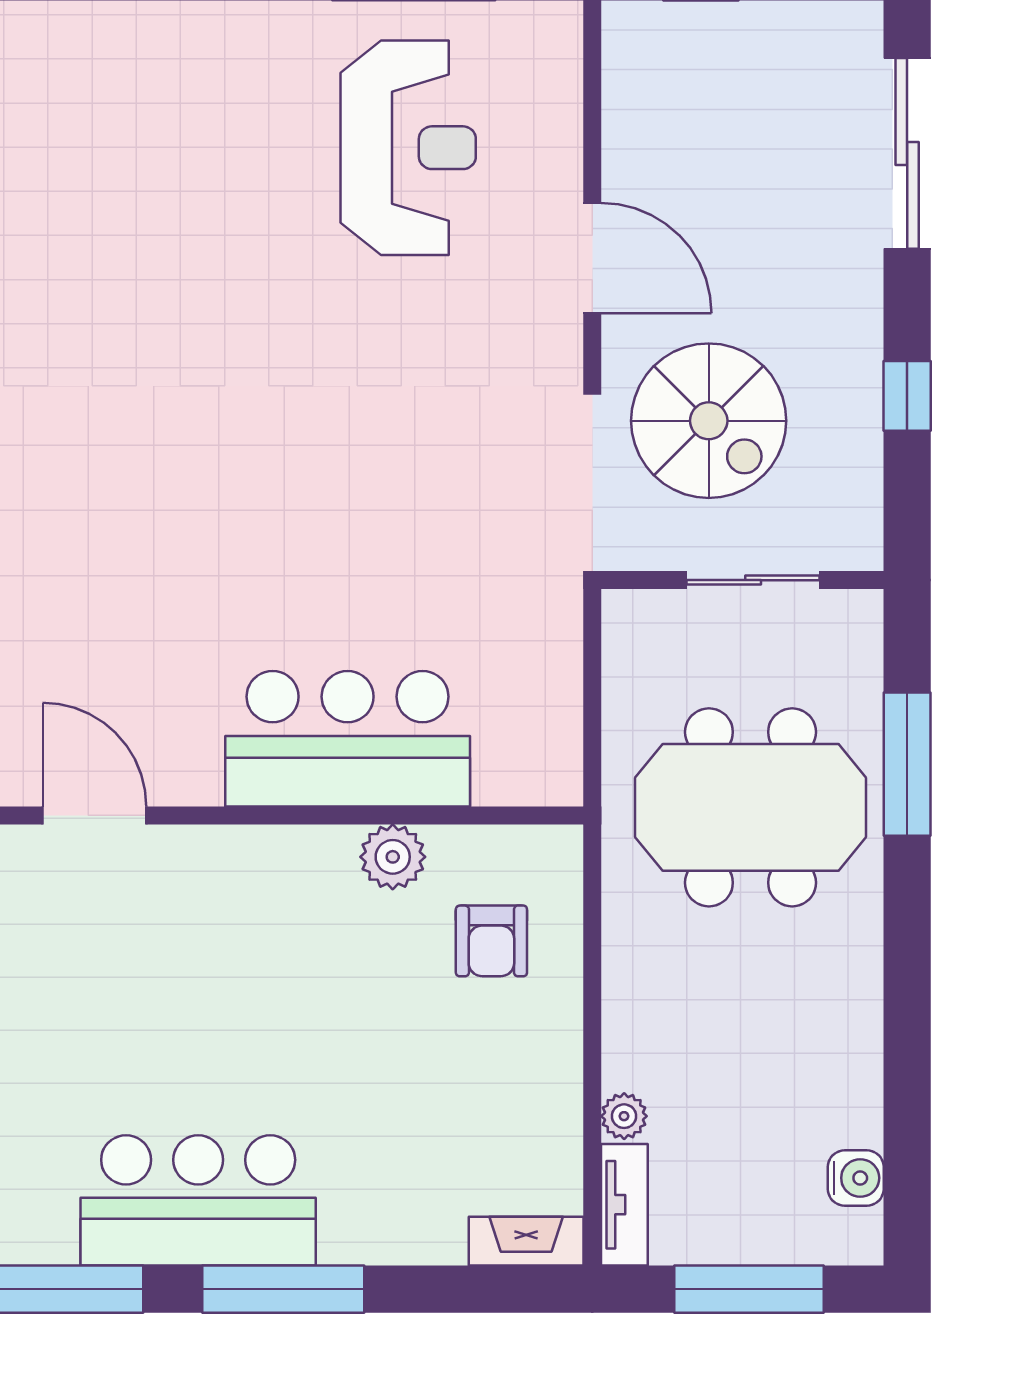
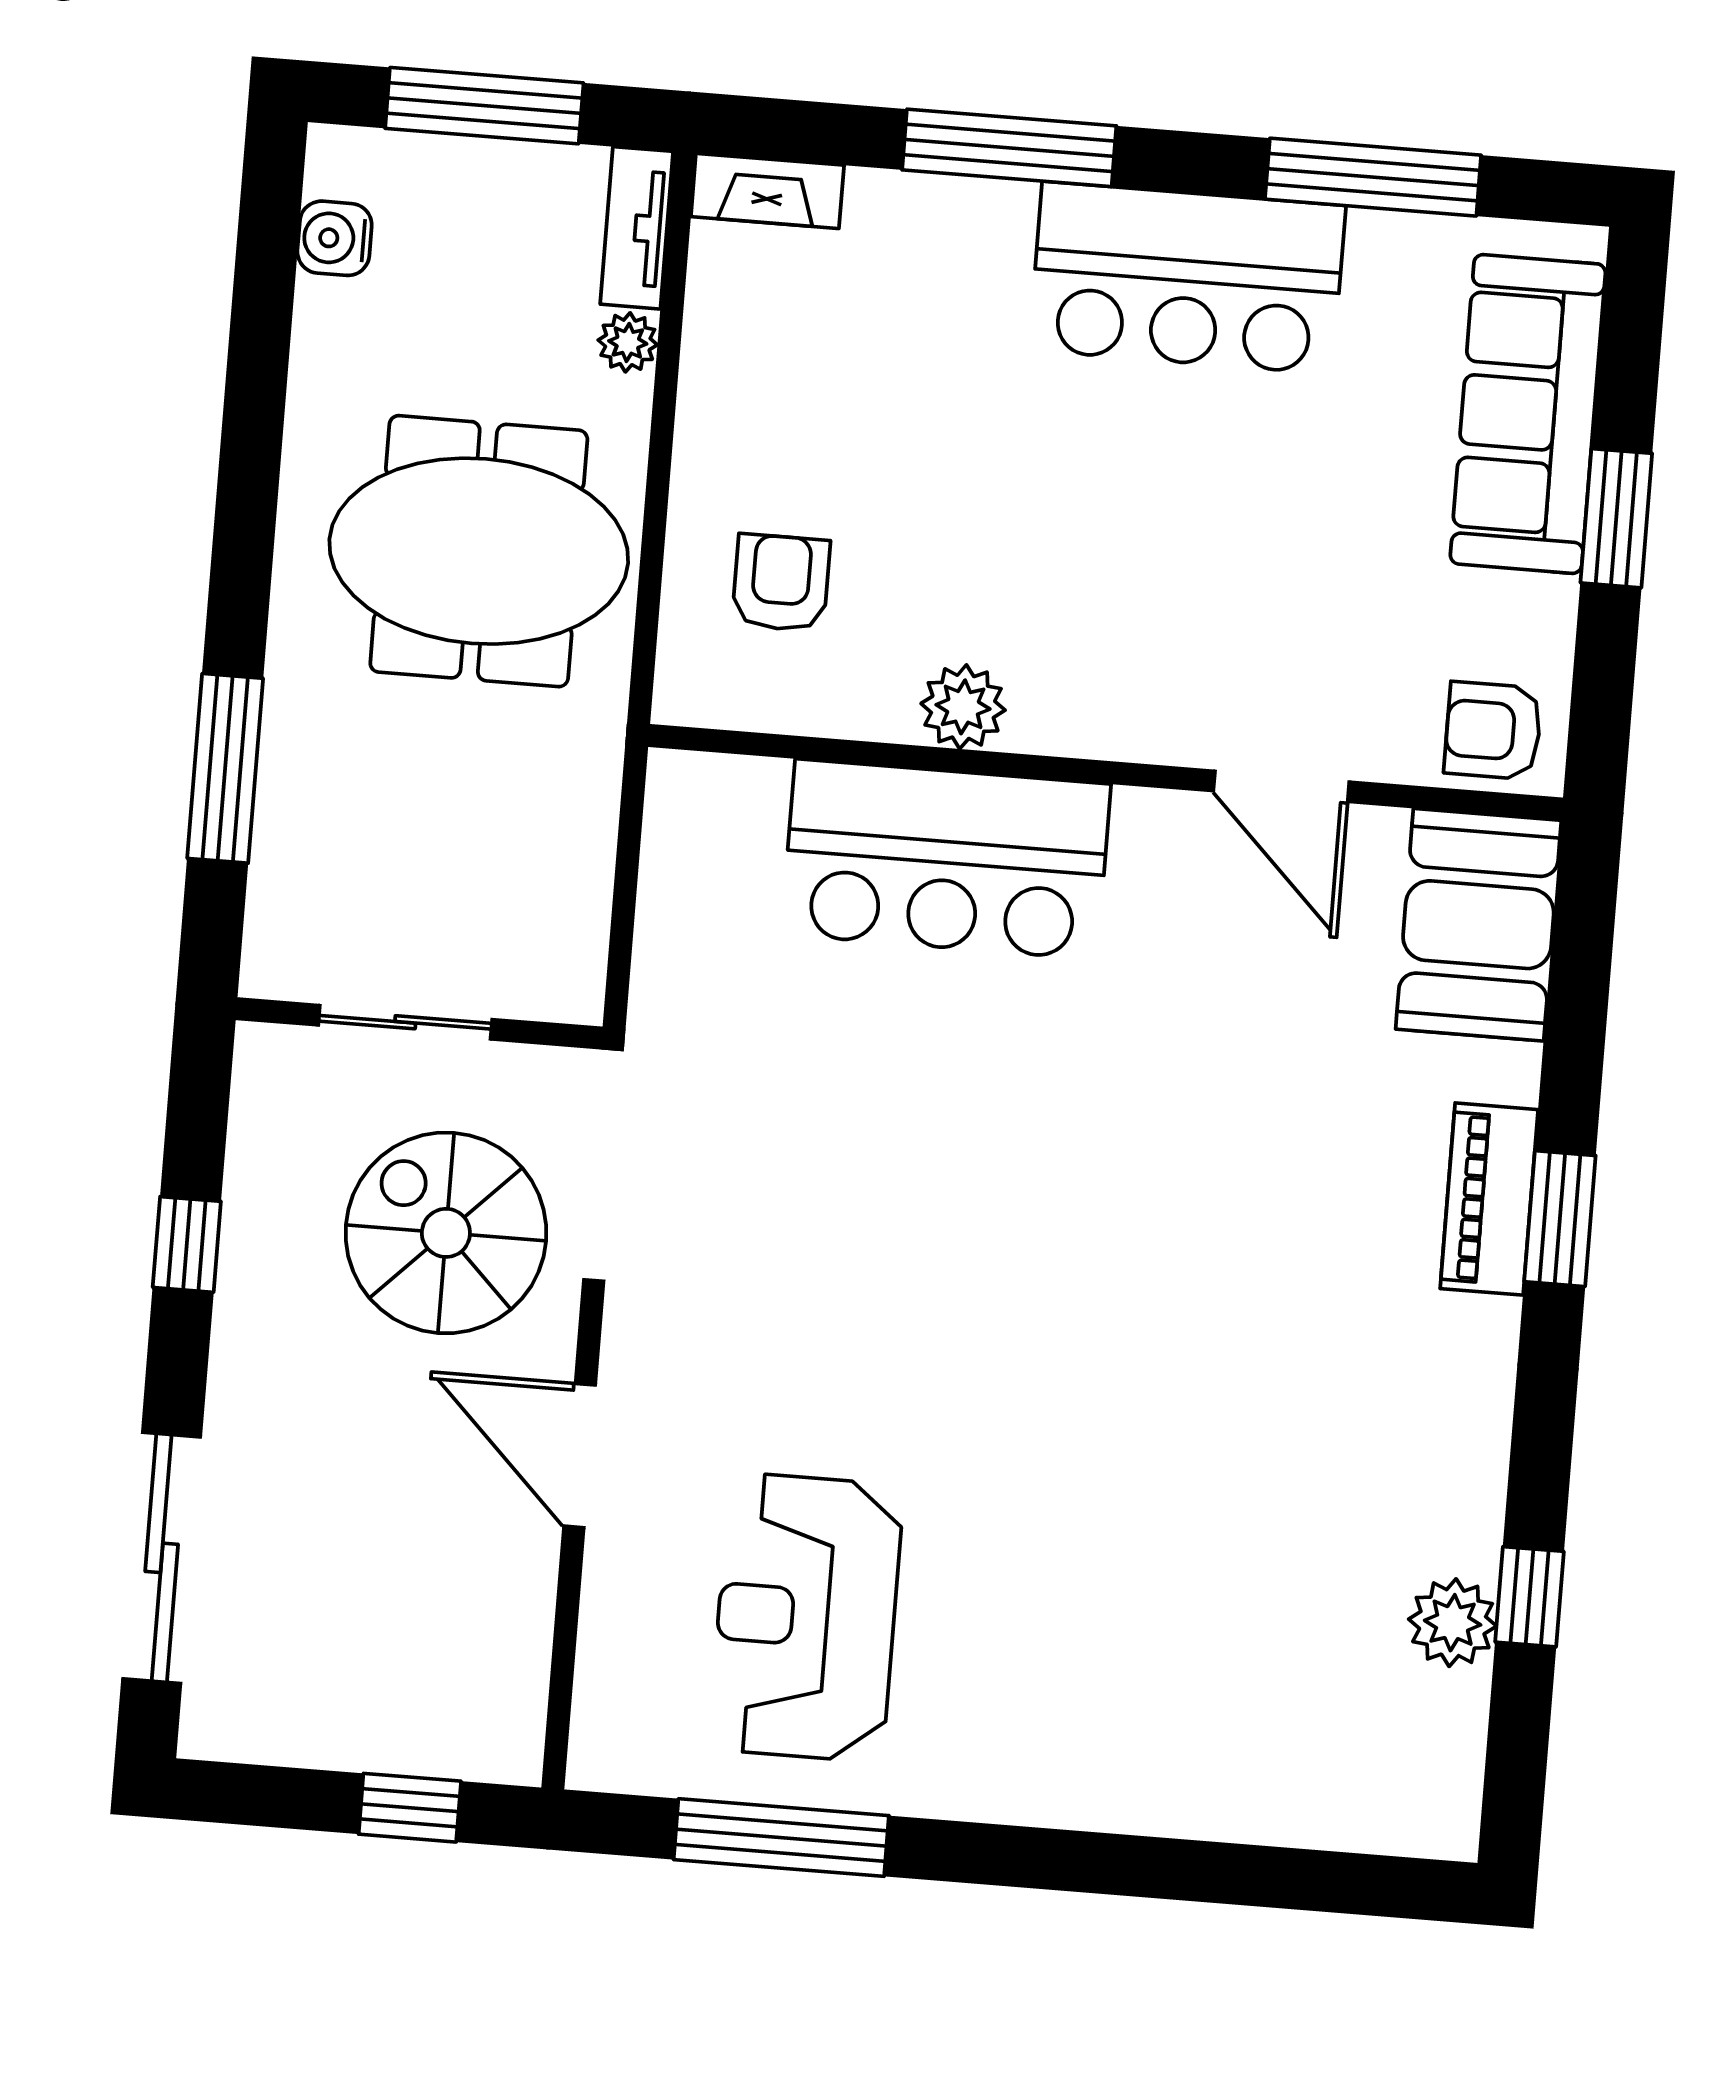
meeting table: (751, 807) -> (479, 551), moved
plant: (393, 857) -> (963, 707), moved
window: (283, 1289) -> (1009, 148), moved

